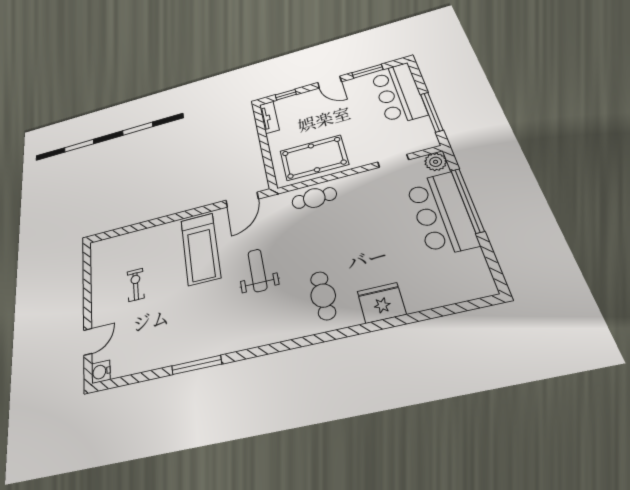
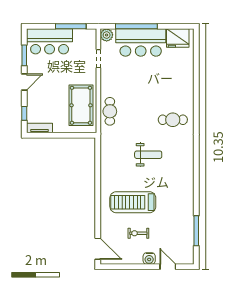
door: (242, 200) -> (98, 249), moved
treadmill: (200, 249) -> (133, 202), moved, turned 180
weight bench: (257, 270) -> (148, 155), turned 180
fridge: (381, 303) -> (178, 38), moved, turned -90
window: (197, 365) -> (196, 231), moved
water cooler: (101, 372) -> (149, 259), moved

